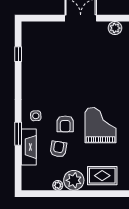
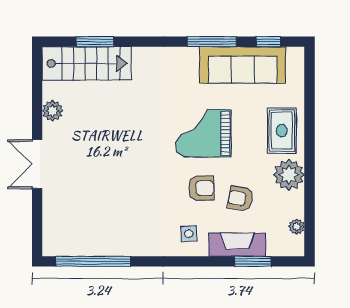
window: (18, 54) -> (93, 261), width x3.17
window: (18, 134) -> (253, 261), moved
plant: (58, 185) -> (297, 227), moved

